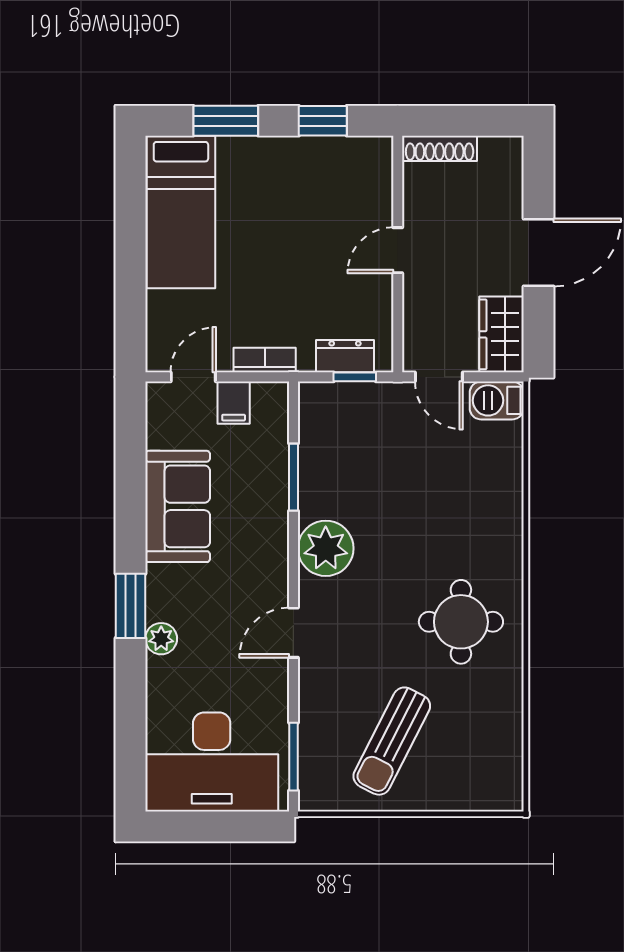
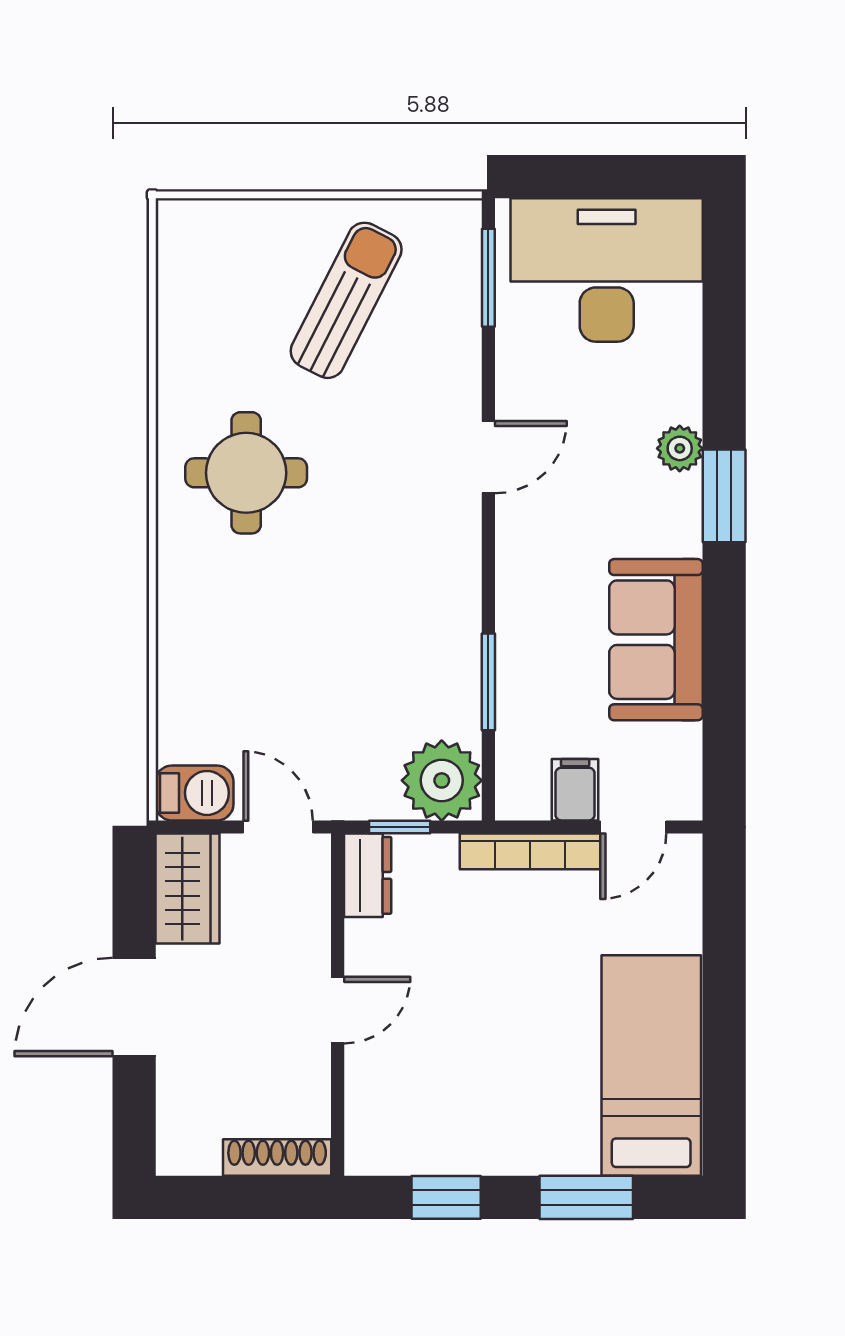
dresser: (345, 356) -> (368, 875), moved, turned -90
bookcase: (265, 360) -> (530, 851), width x1.56
plant: (326, 548) -> (442, 780), moved

